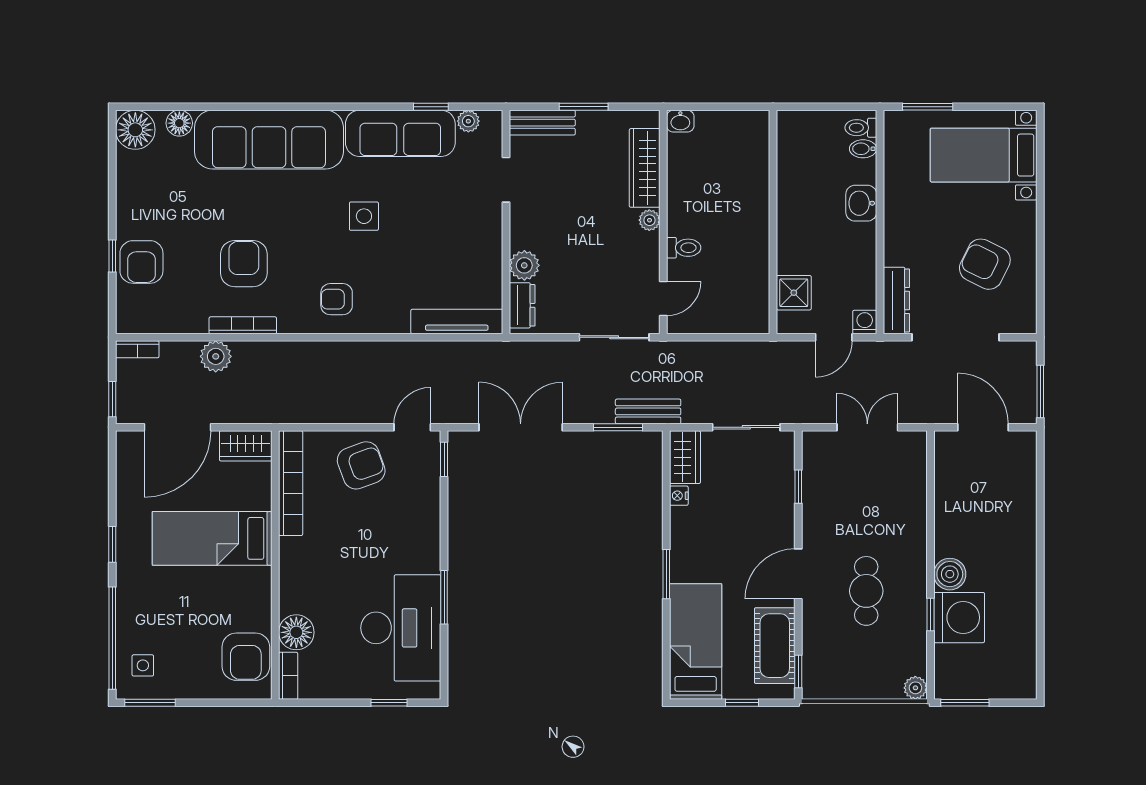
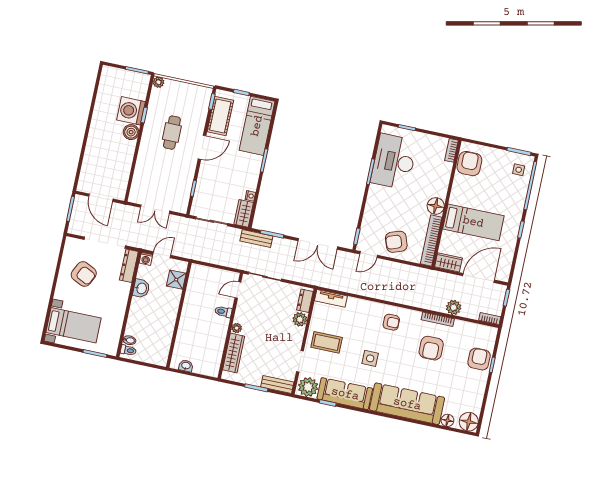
plant: (468, 121) -> (308, 387), width x1.88, depth x1.88
washbasin: (680, 121) -> (186, 366), moved
washbasin: (861, 203) -> (141, 288), moved
coffee table: (460, 230) -> (327, 342), added
tv unit: (457, 322) -> (331, 298), width x0.71
floor lamp: (296, 632) -> (436, 206), moved

